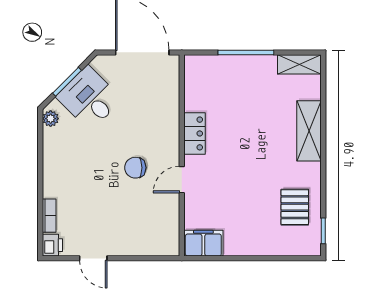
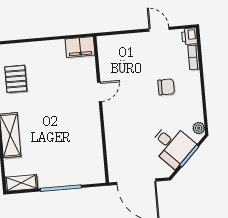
locker: (194, 133) -> (93, 126), removed
chair: (135, 168) -> (166, 87), moved

